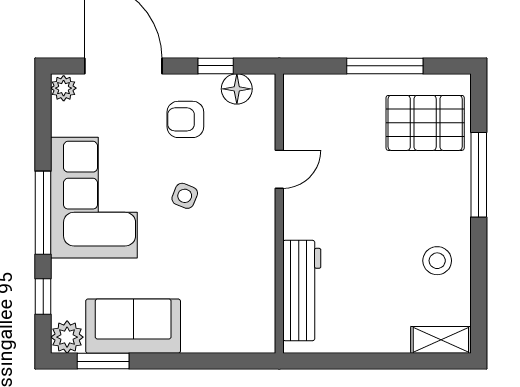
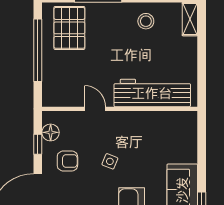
window: (385, 66) -> (38, 50), width x1.46
armchair: (185, 119) -> (67, 161), turned -90
workbench: (302, 290) -> (152, 93), width x1.36, depth x1.32

